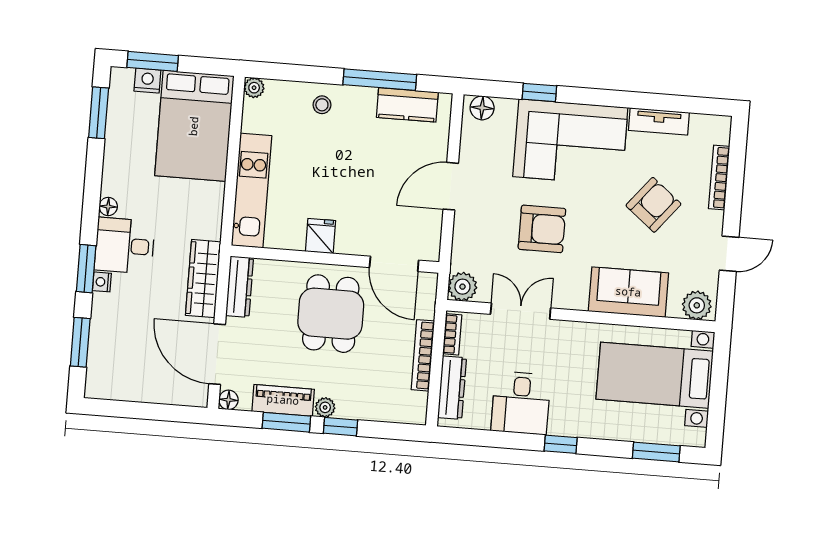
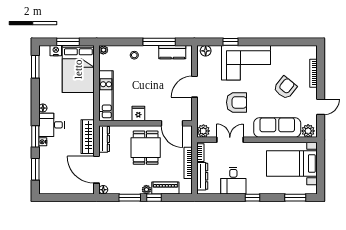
window: (153, 61) -> (68, 42), moved
tv unit: (659, 121) -> (285, 50), removed
sofa: (628, 292) -> (277, 127), width x1.36
piano: (283, 400) -> (165, 188), moved

